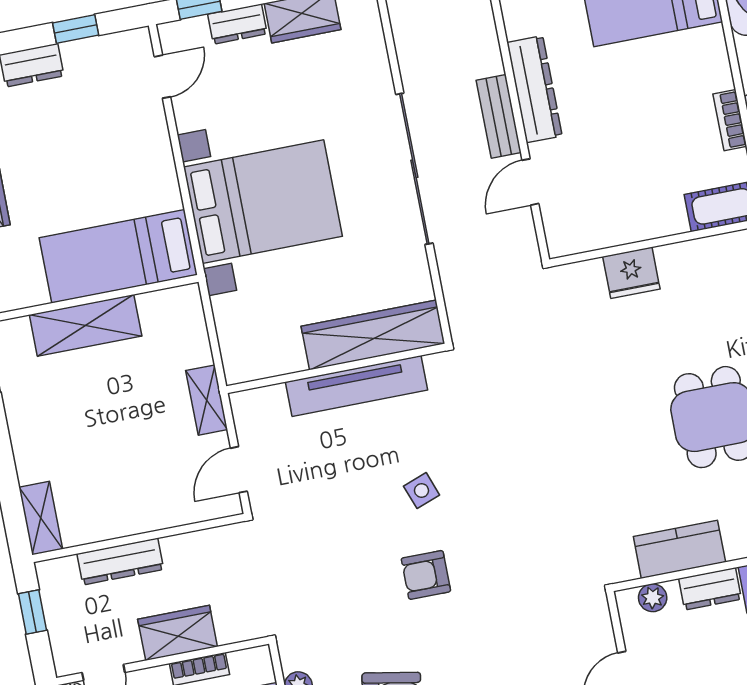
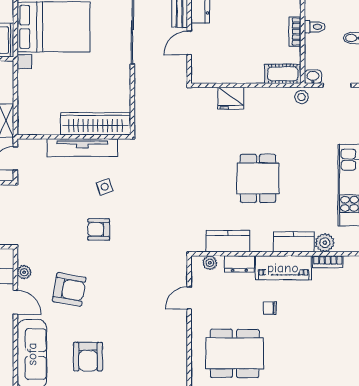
wardrobe: (373, 335) -> (96, 124), moved
wall: (336, 368) -> (74, 137), moved
tv unit: (356, 386) -> (82, 148), moved

